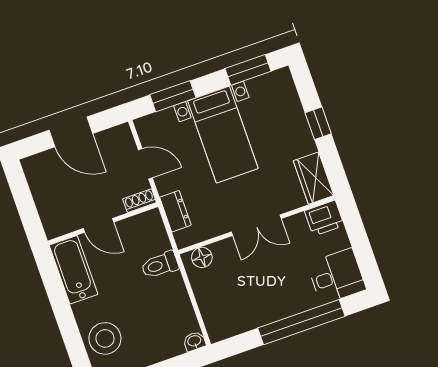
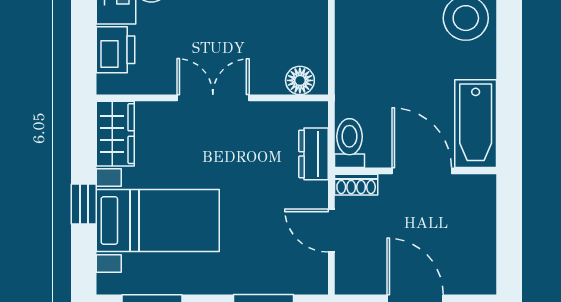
bed with nightstands: (223, 135) -> (158, 220), moved, turned 90
printer: (324, 218) -> (116, 50), moved, turned 90
door: (99, 225) -> (422, 171), width x1.38
toilet: (160, 265) -> (349, 143), moved, turned -90

